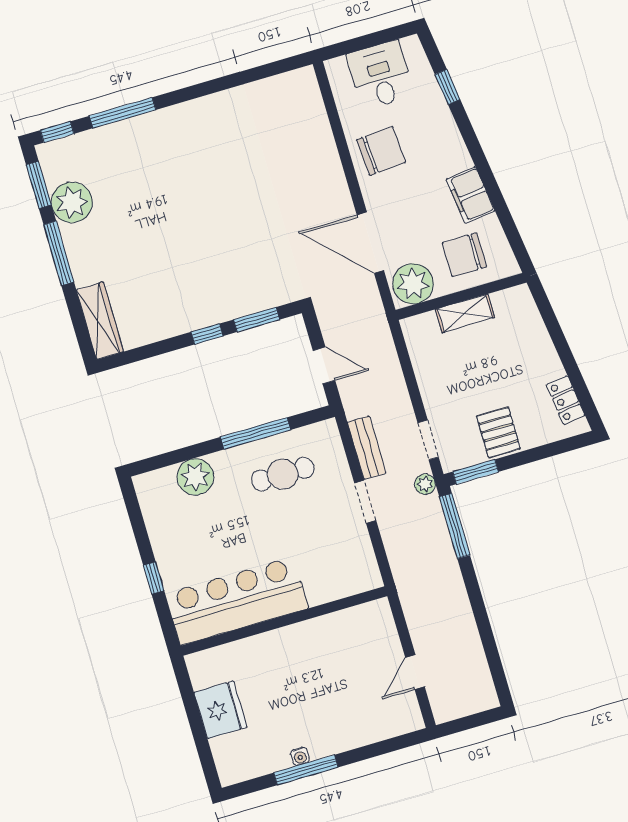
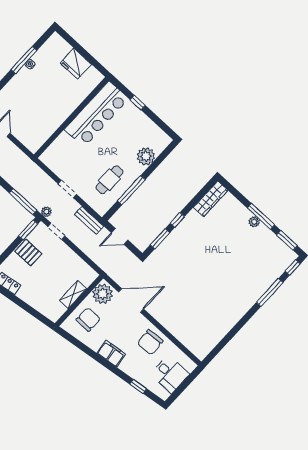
filing cabinet: (470, 195) -> (111, 354), moved
plant: (72, 202) -> (254, 222), moved, width x0.53, depth x0.53
wardrobe: (100, 321) -> (211, 199), moved, turned -90
bench: (367, 448) -> (89, 220), moved

